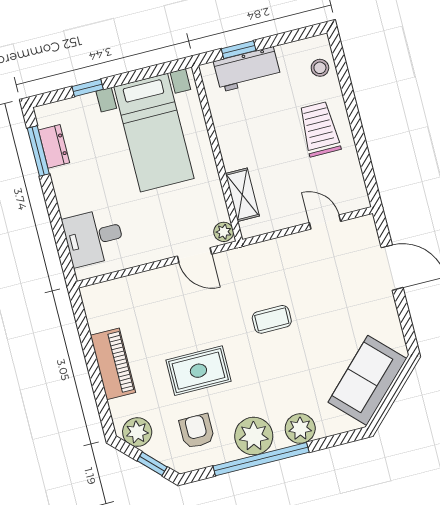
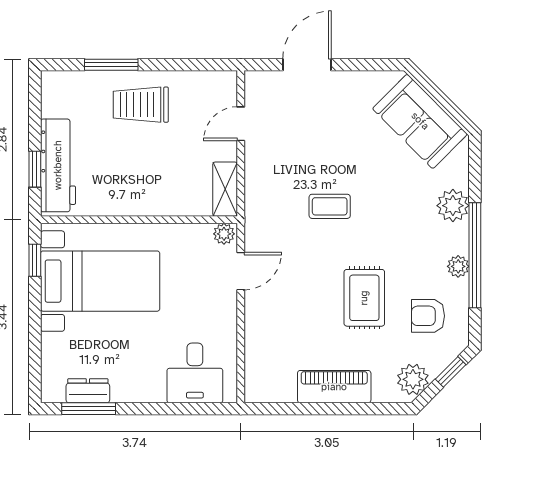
stool: (320, 68) -> (76, 88), removed
workbench: (247, 69) -> (58, 165), width x1.38
window: (88, 88) -> (35, 260), moved
window: (348, 94) -> (111, 65), added
shelving: (242, 195) -> (225, 189), moved, turned 90
coffee table: (272, 319) -> (330, 206), turned 90
plant: (254, 436) -> (458, 266), width x0.53, depth x0.53

